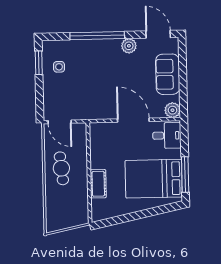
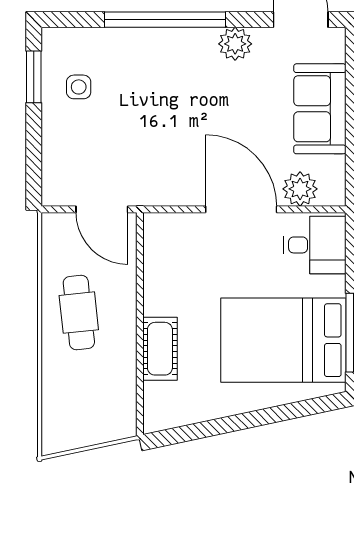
plant: (172, 110) -> (300, 189), moved
door: (60, 122) -> (102, 209), moved

